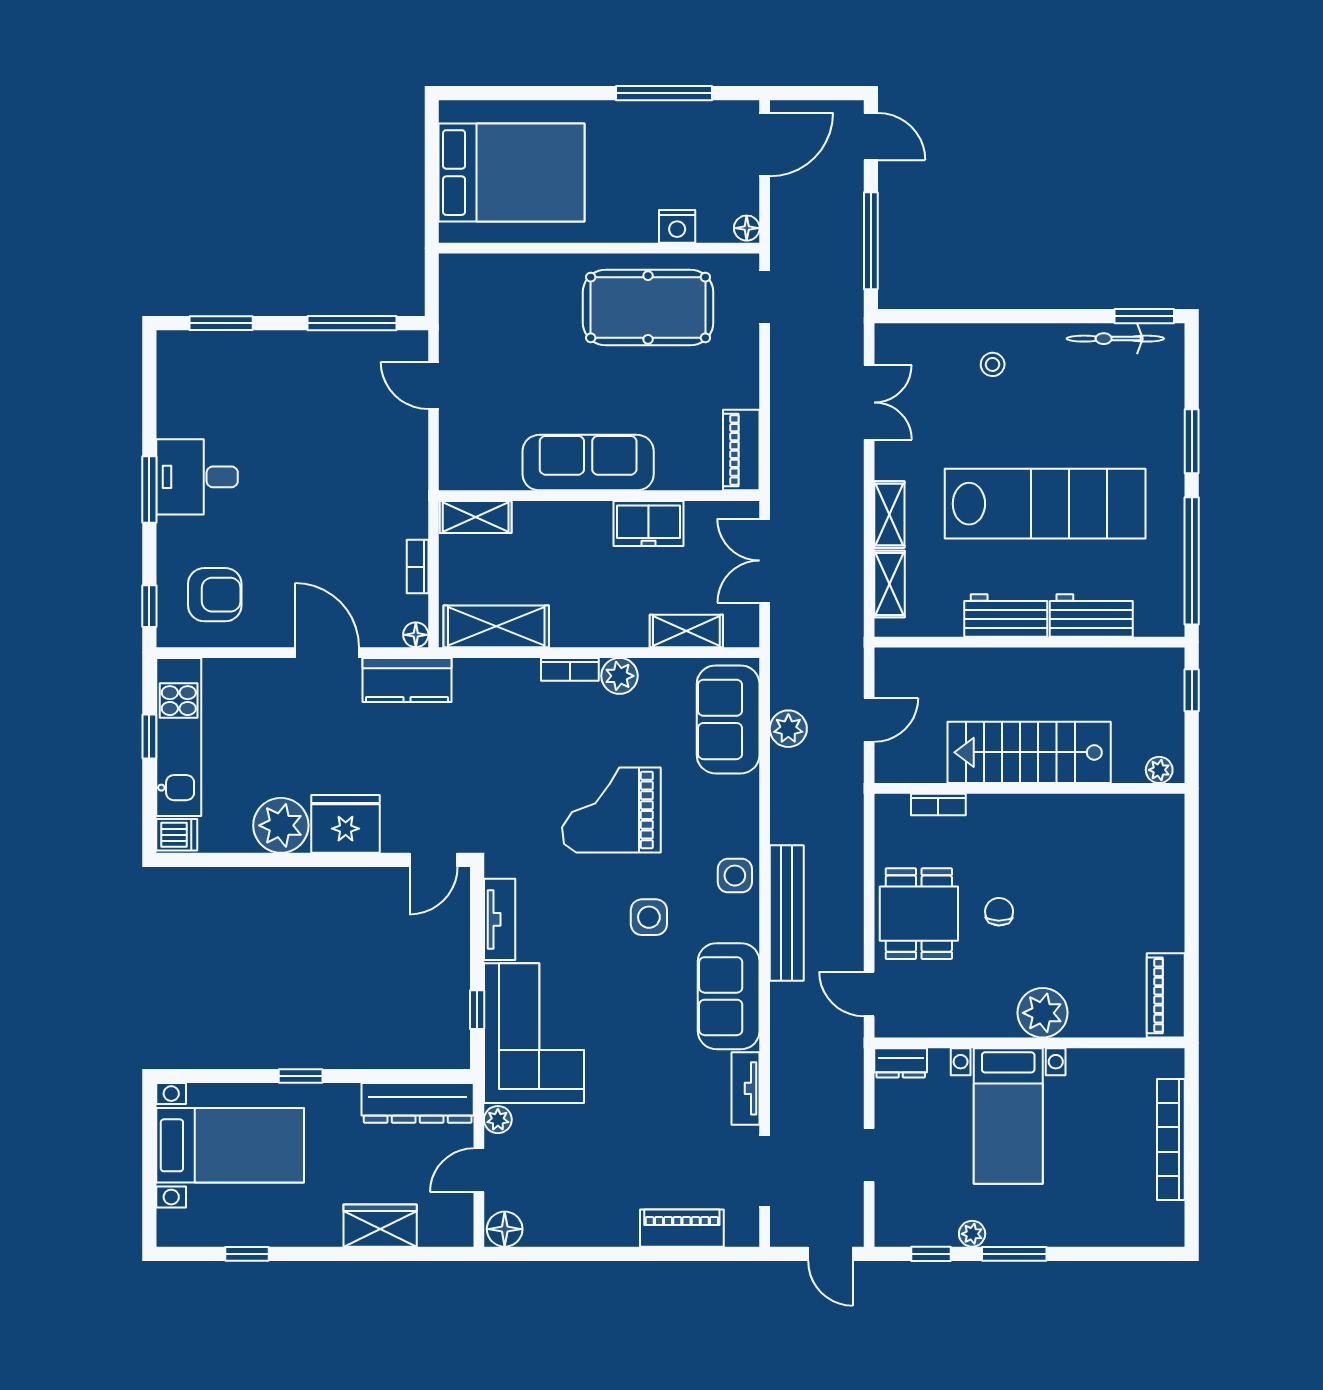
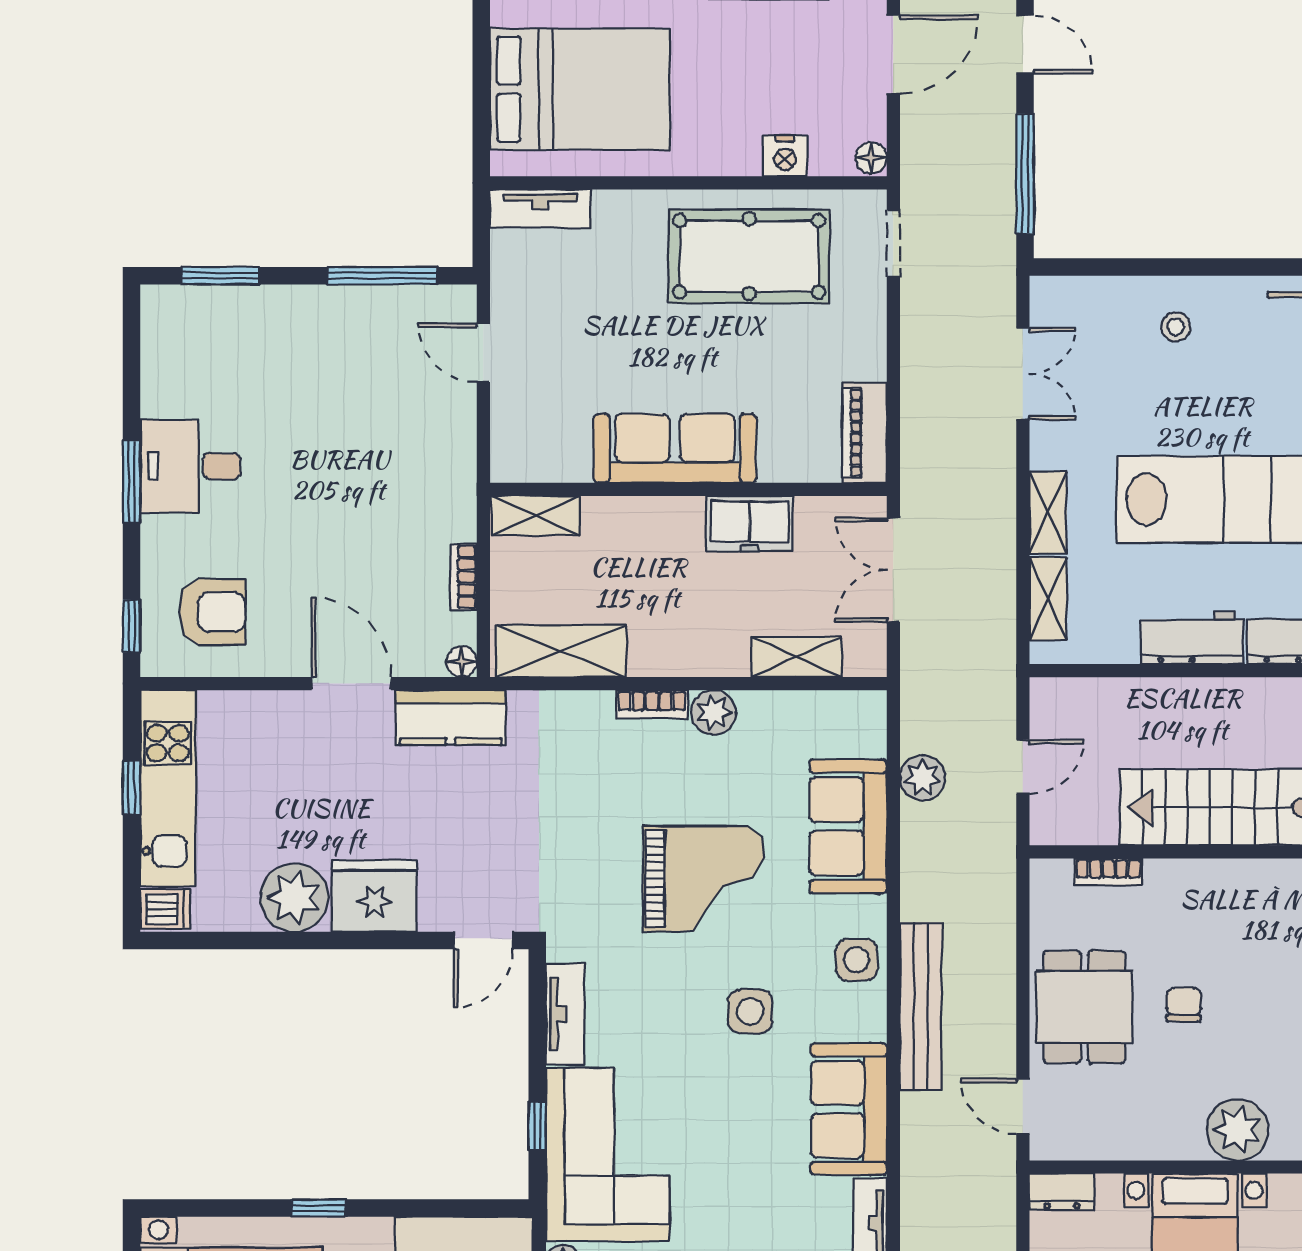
tv unit: (480, 269) -> (540, 209), added
sofa: (728, 719) -> (848, 826), moved
grand piano: (611, 810) -> (704, 879), turned 180

